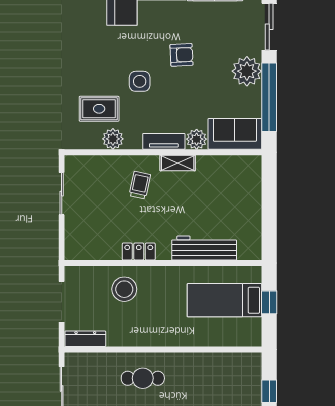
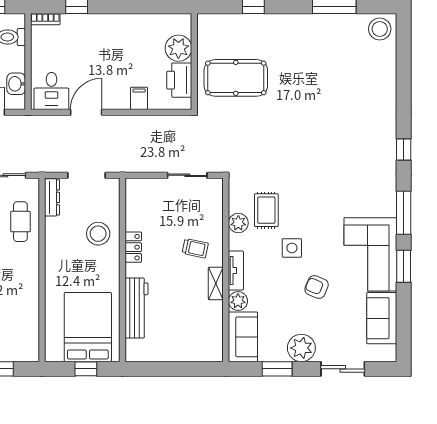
armchair: (181, 55) -> (317, 287), turned 115
window: (269, 97) -> (277, 369), width x0.47
bed: (224, 300) -> (88, 327), width x1.50
cafe table: (143, 378) -> (20, 222), moved

